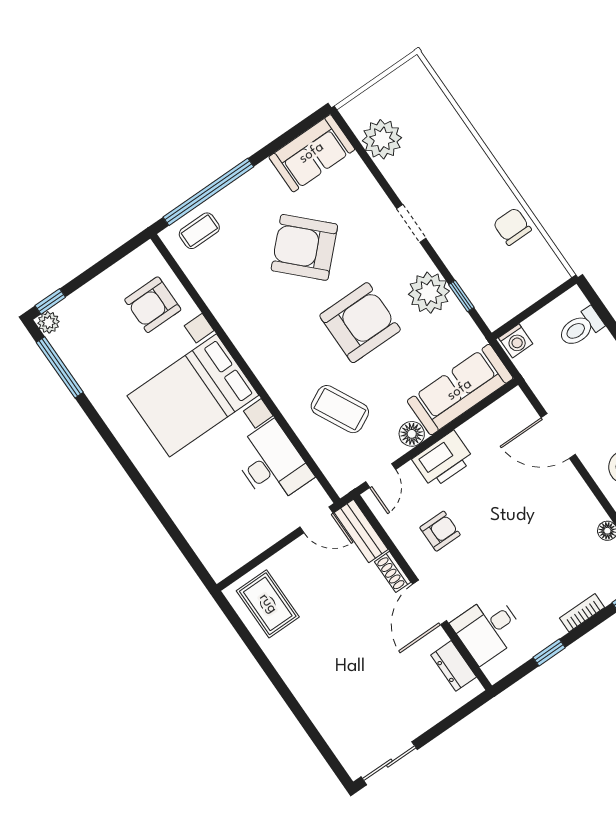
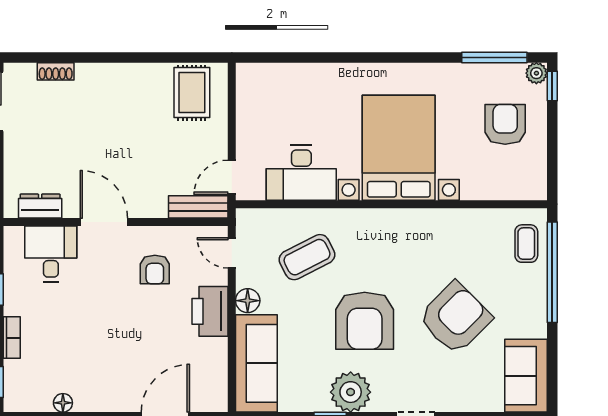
armchair: (153, 305) -> (505, 124), moved
shoe rack: (393, 572) -> (56, 71), moved, turned 180
rug: (268, 604) -> (192, 93), turned 90

